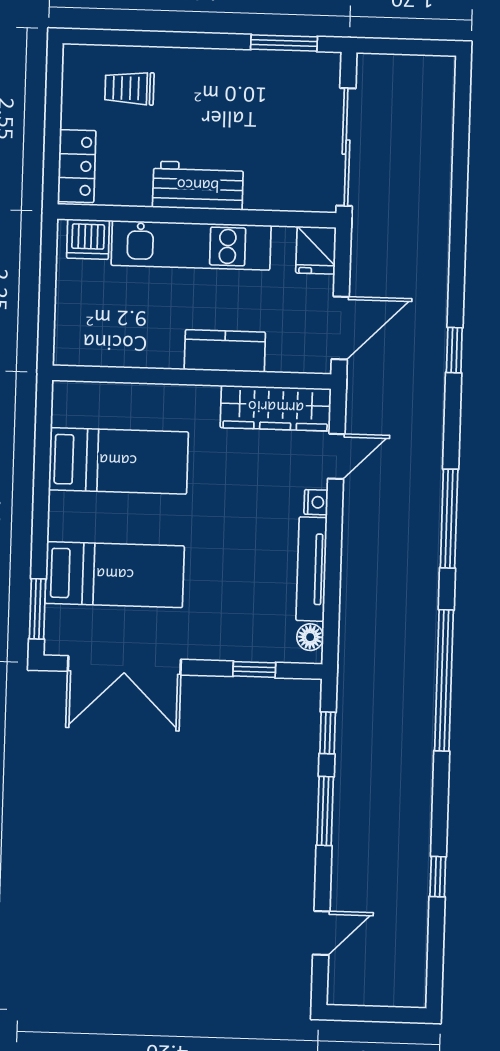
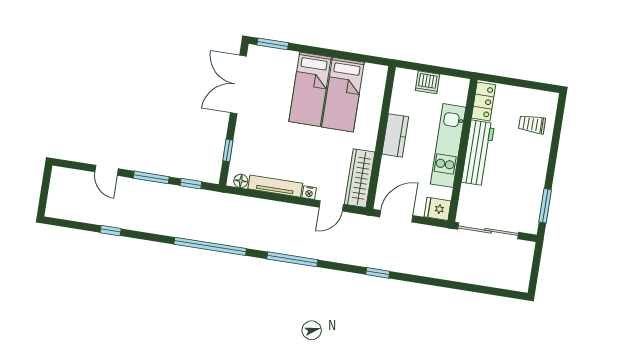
trolley: (129, 88) -> (532, 124), turned -90
locker: (77, 166) -> (484, 101), moved, turned -90
workbench: (198, 186) -> (478, 153), width x1.38
dishwasher: (88, 239) -> (428, 82), moved, turned -90
door: (340, 328) -> (396, 216), swing flipped
kitchen counter: (225, 351) -> (395, 135), moved
door: (336, 456) -> (331, 206), hinge flipped
bed: (115, 575) -> (310, 89), moved
door: (321, 933) -> (106, 170), moved

